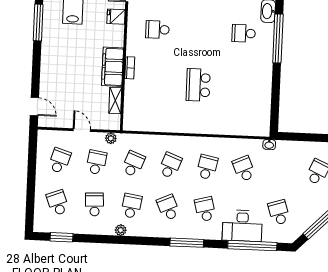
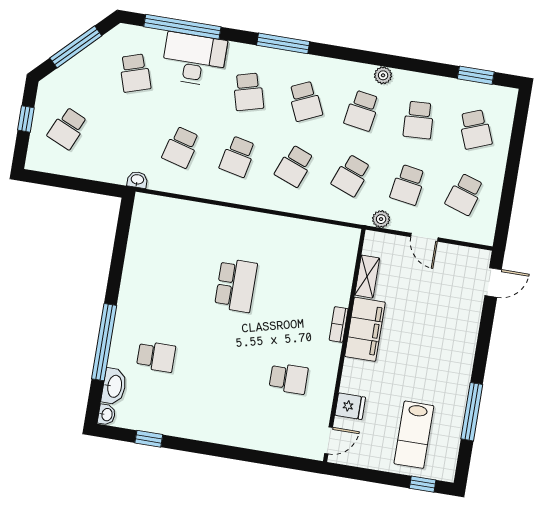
door: (34, 107) -> (493, 282), swing flipped
school desk: (244, 169) -> (181, 147), turned 39

